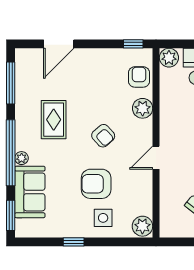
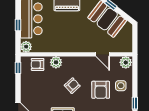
door: (156, 158) -> (103, 54), moved

